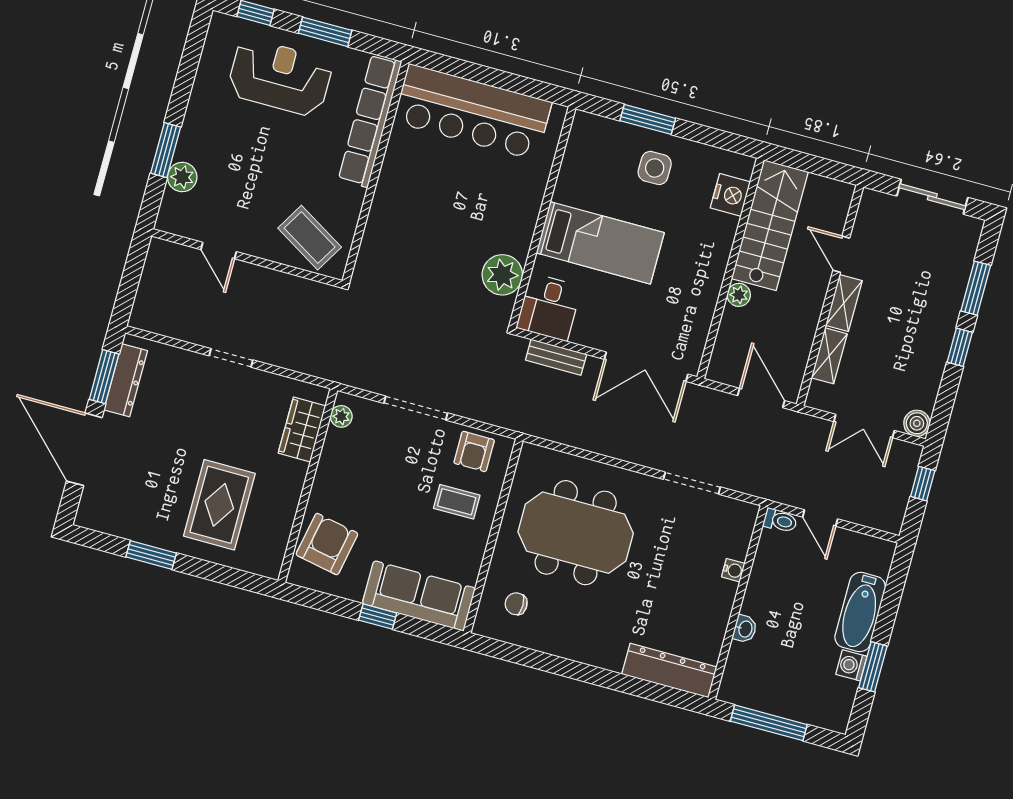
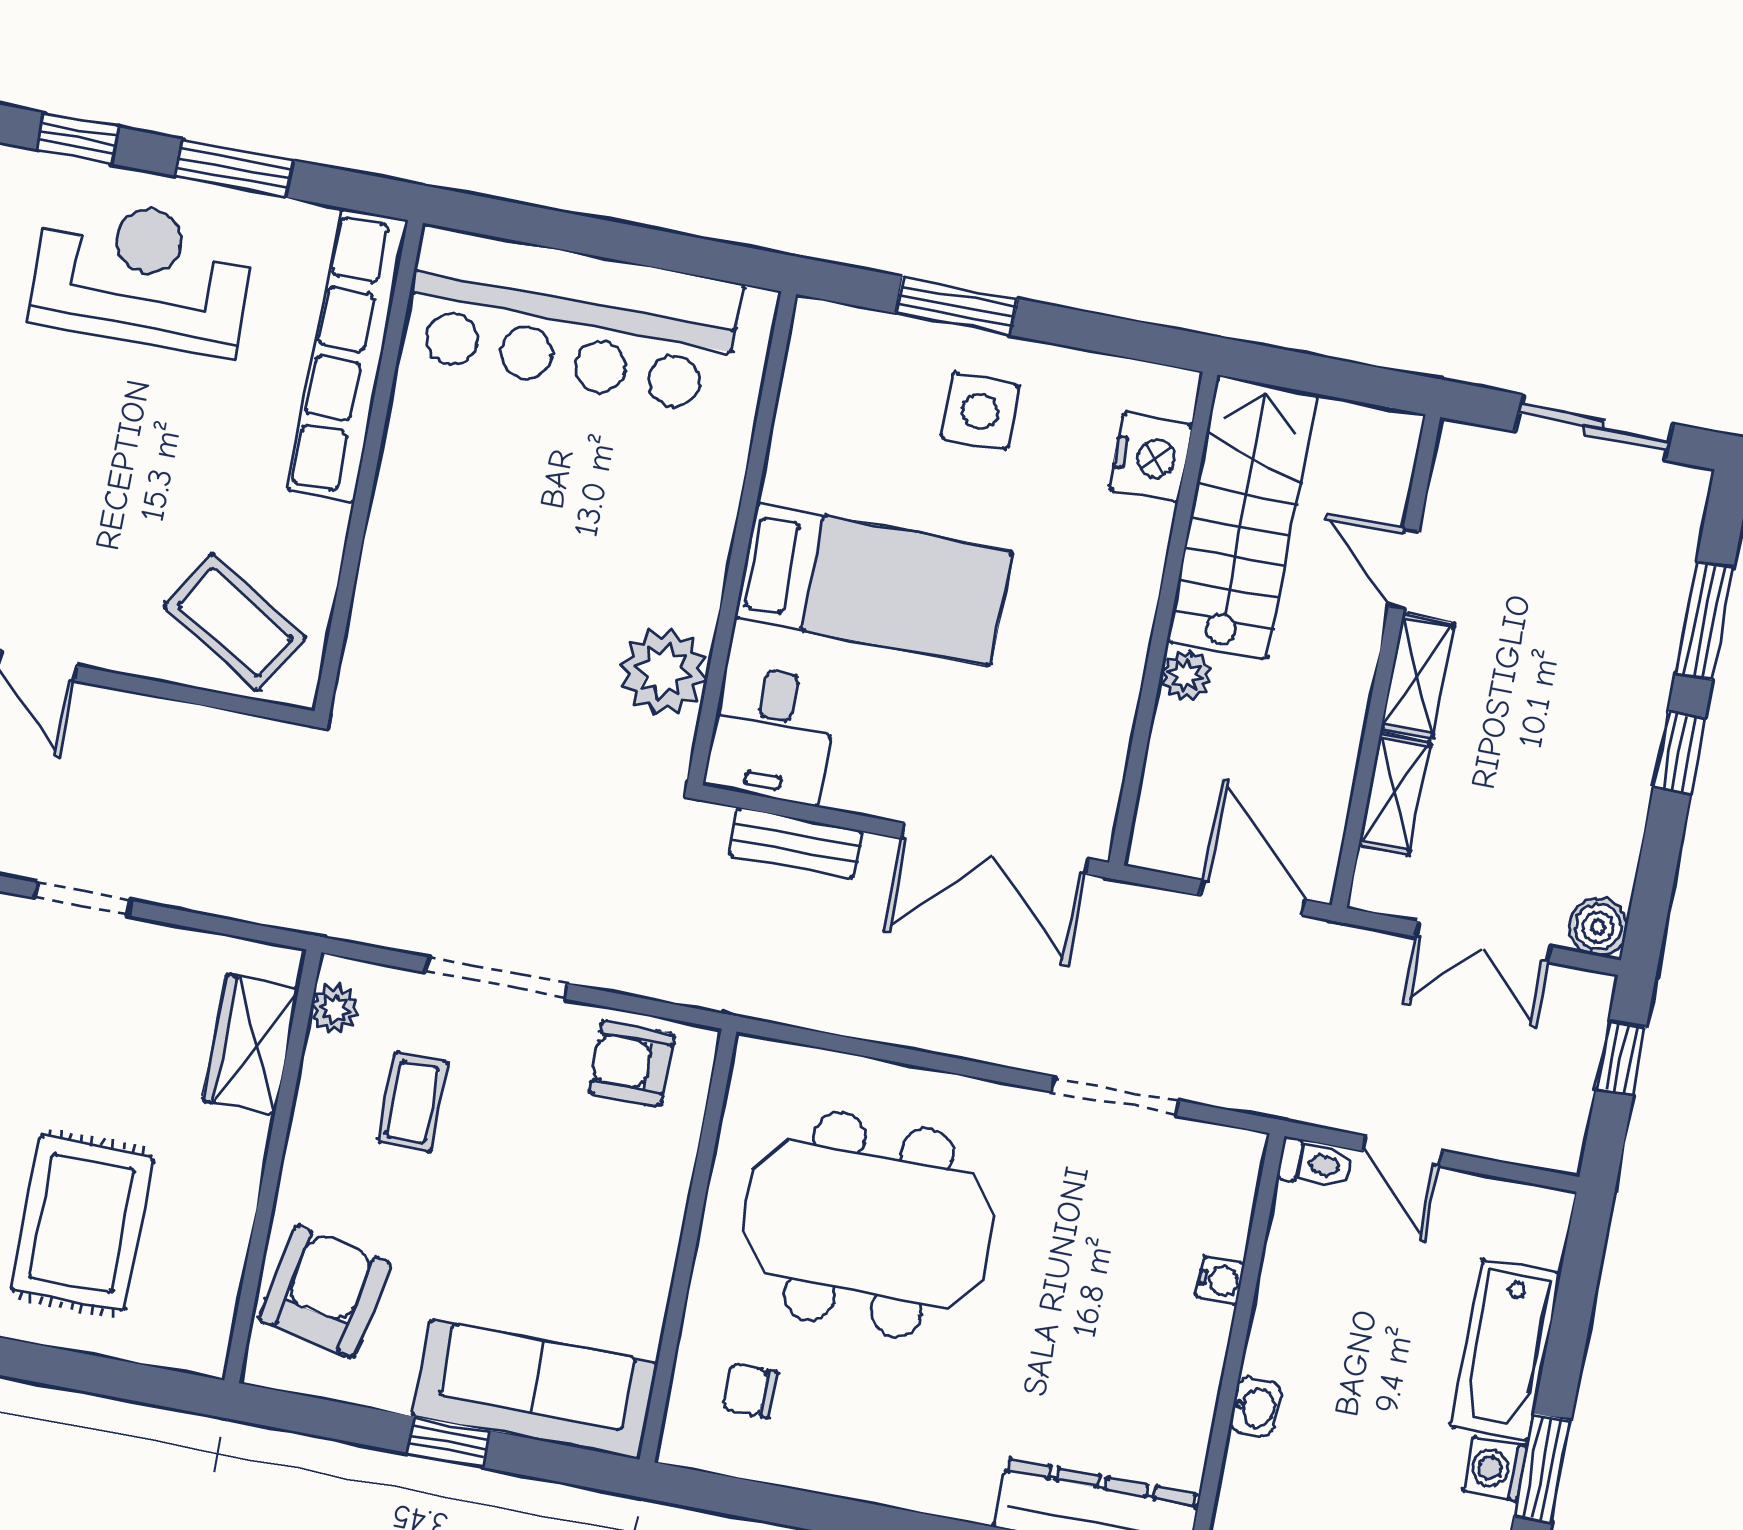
armchair: (474, 451) -> (632, 1063), turned 90
coffee table: (457, 502) -> (413, 1102), moved, turned 90

